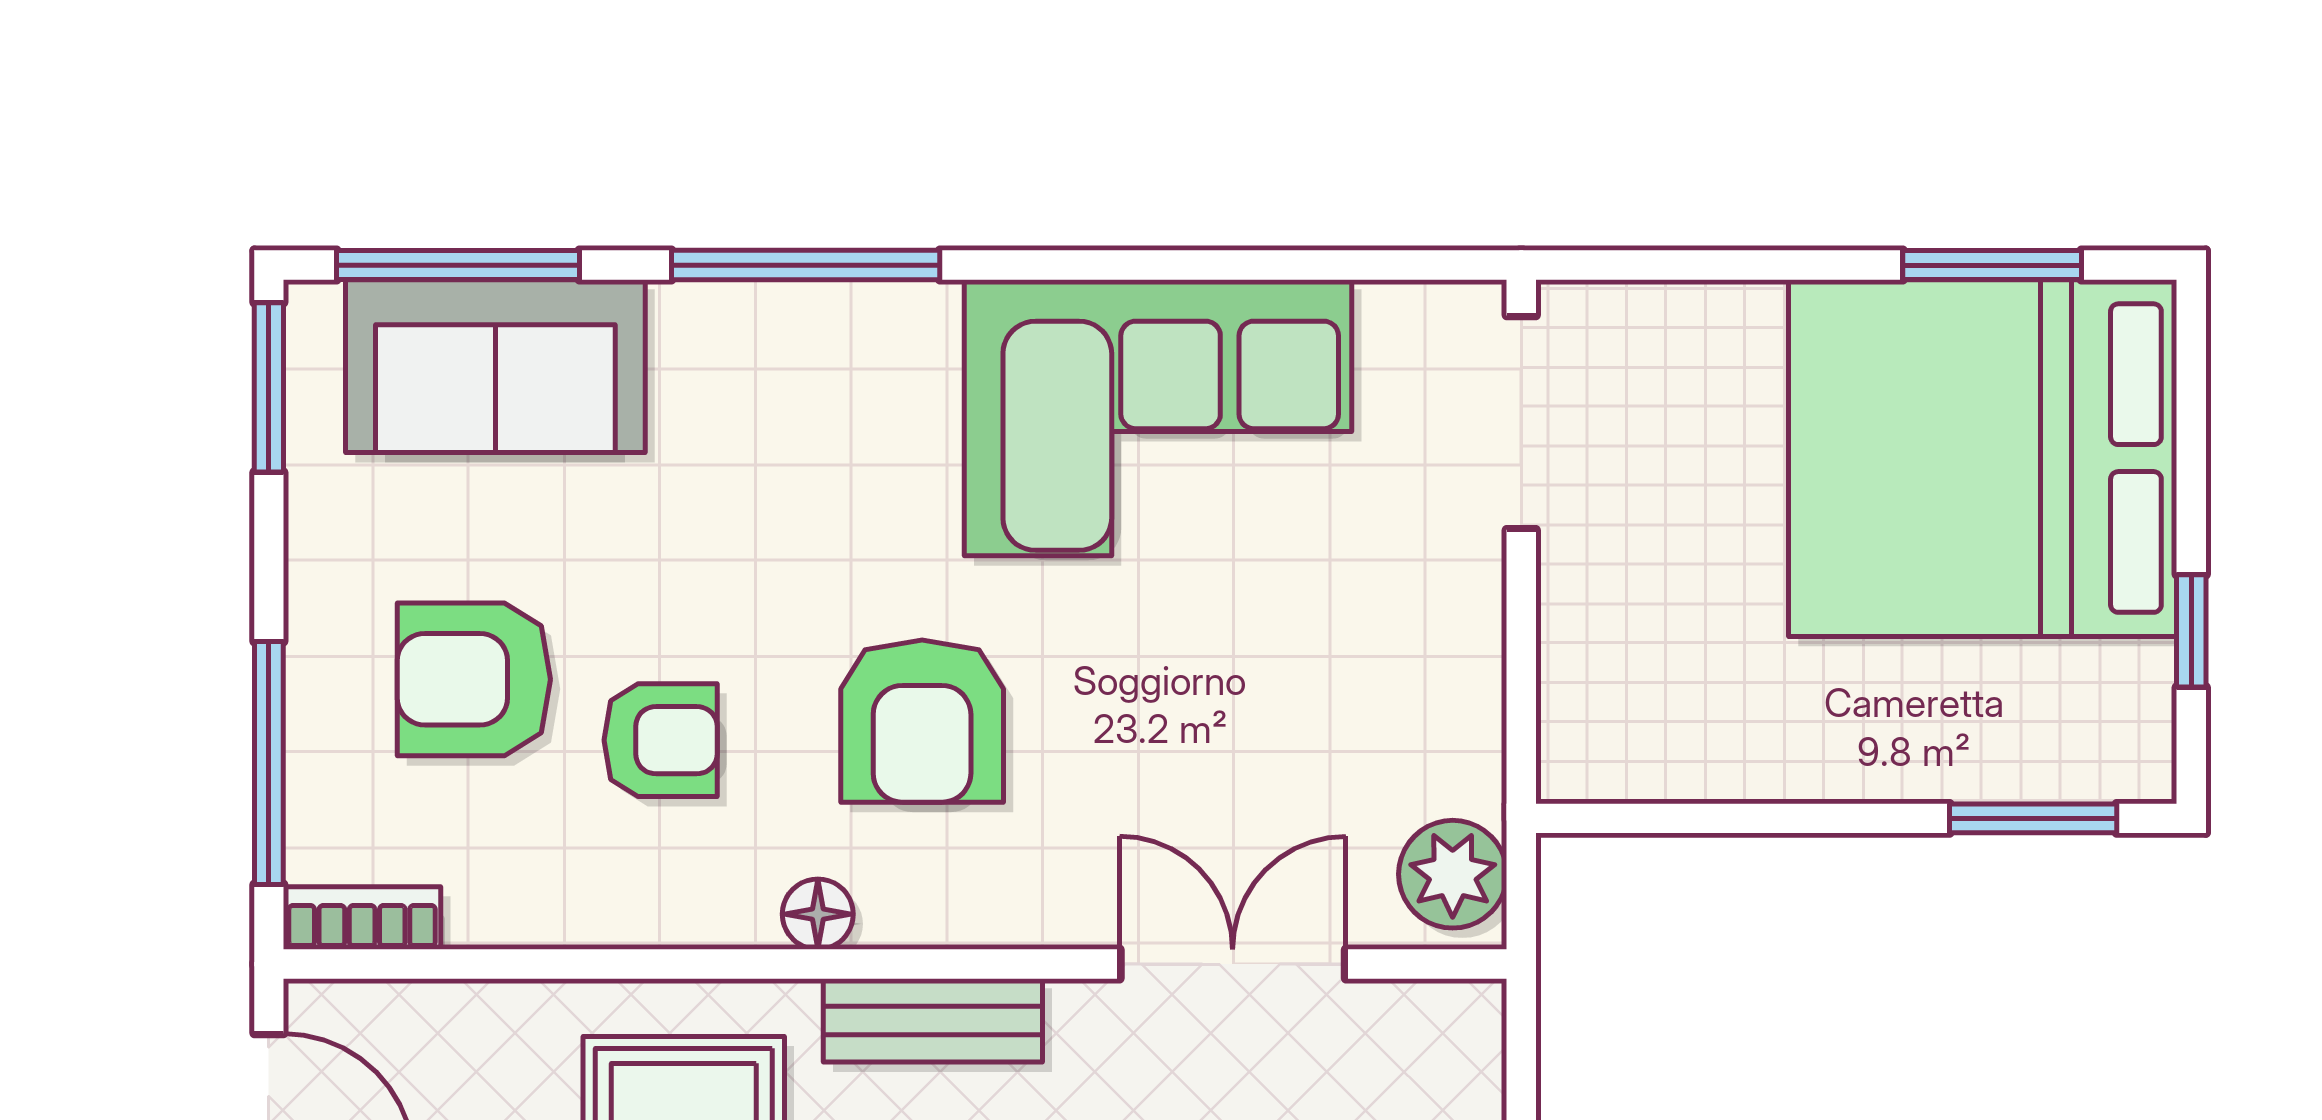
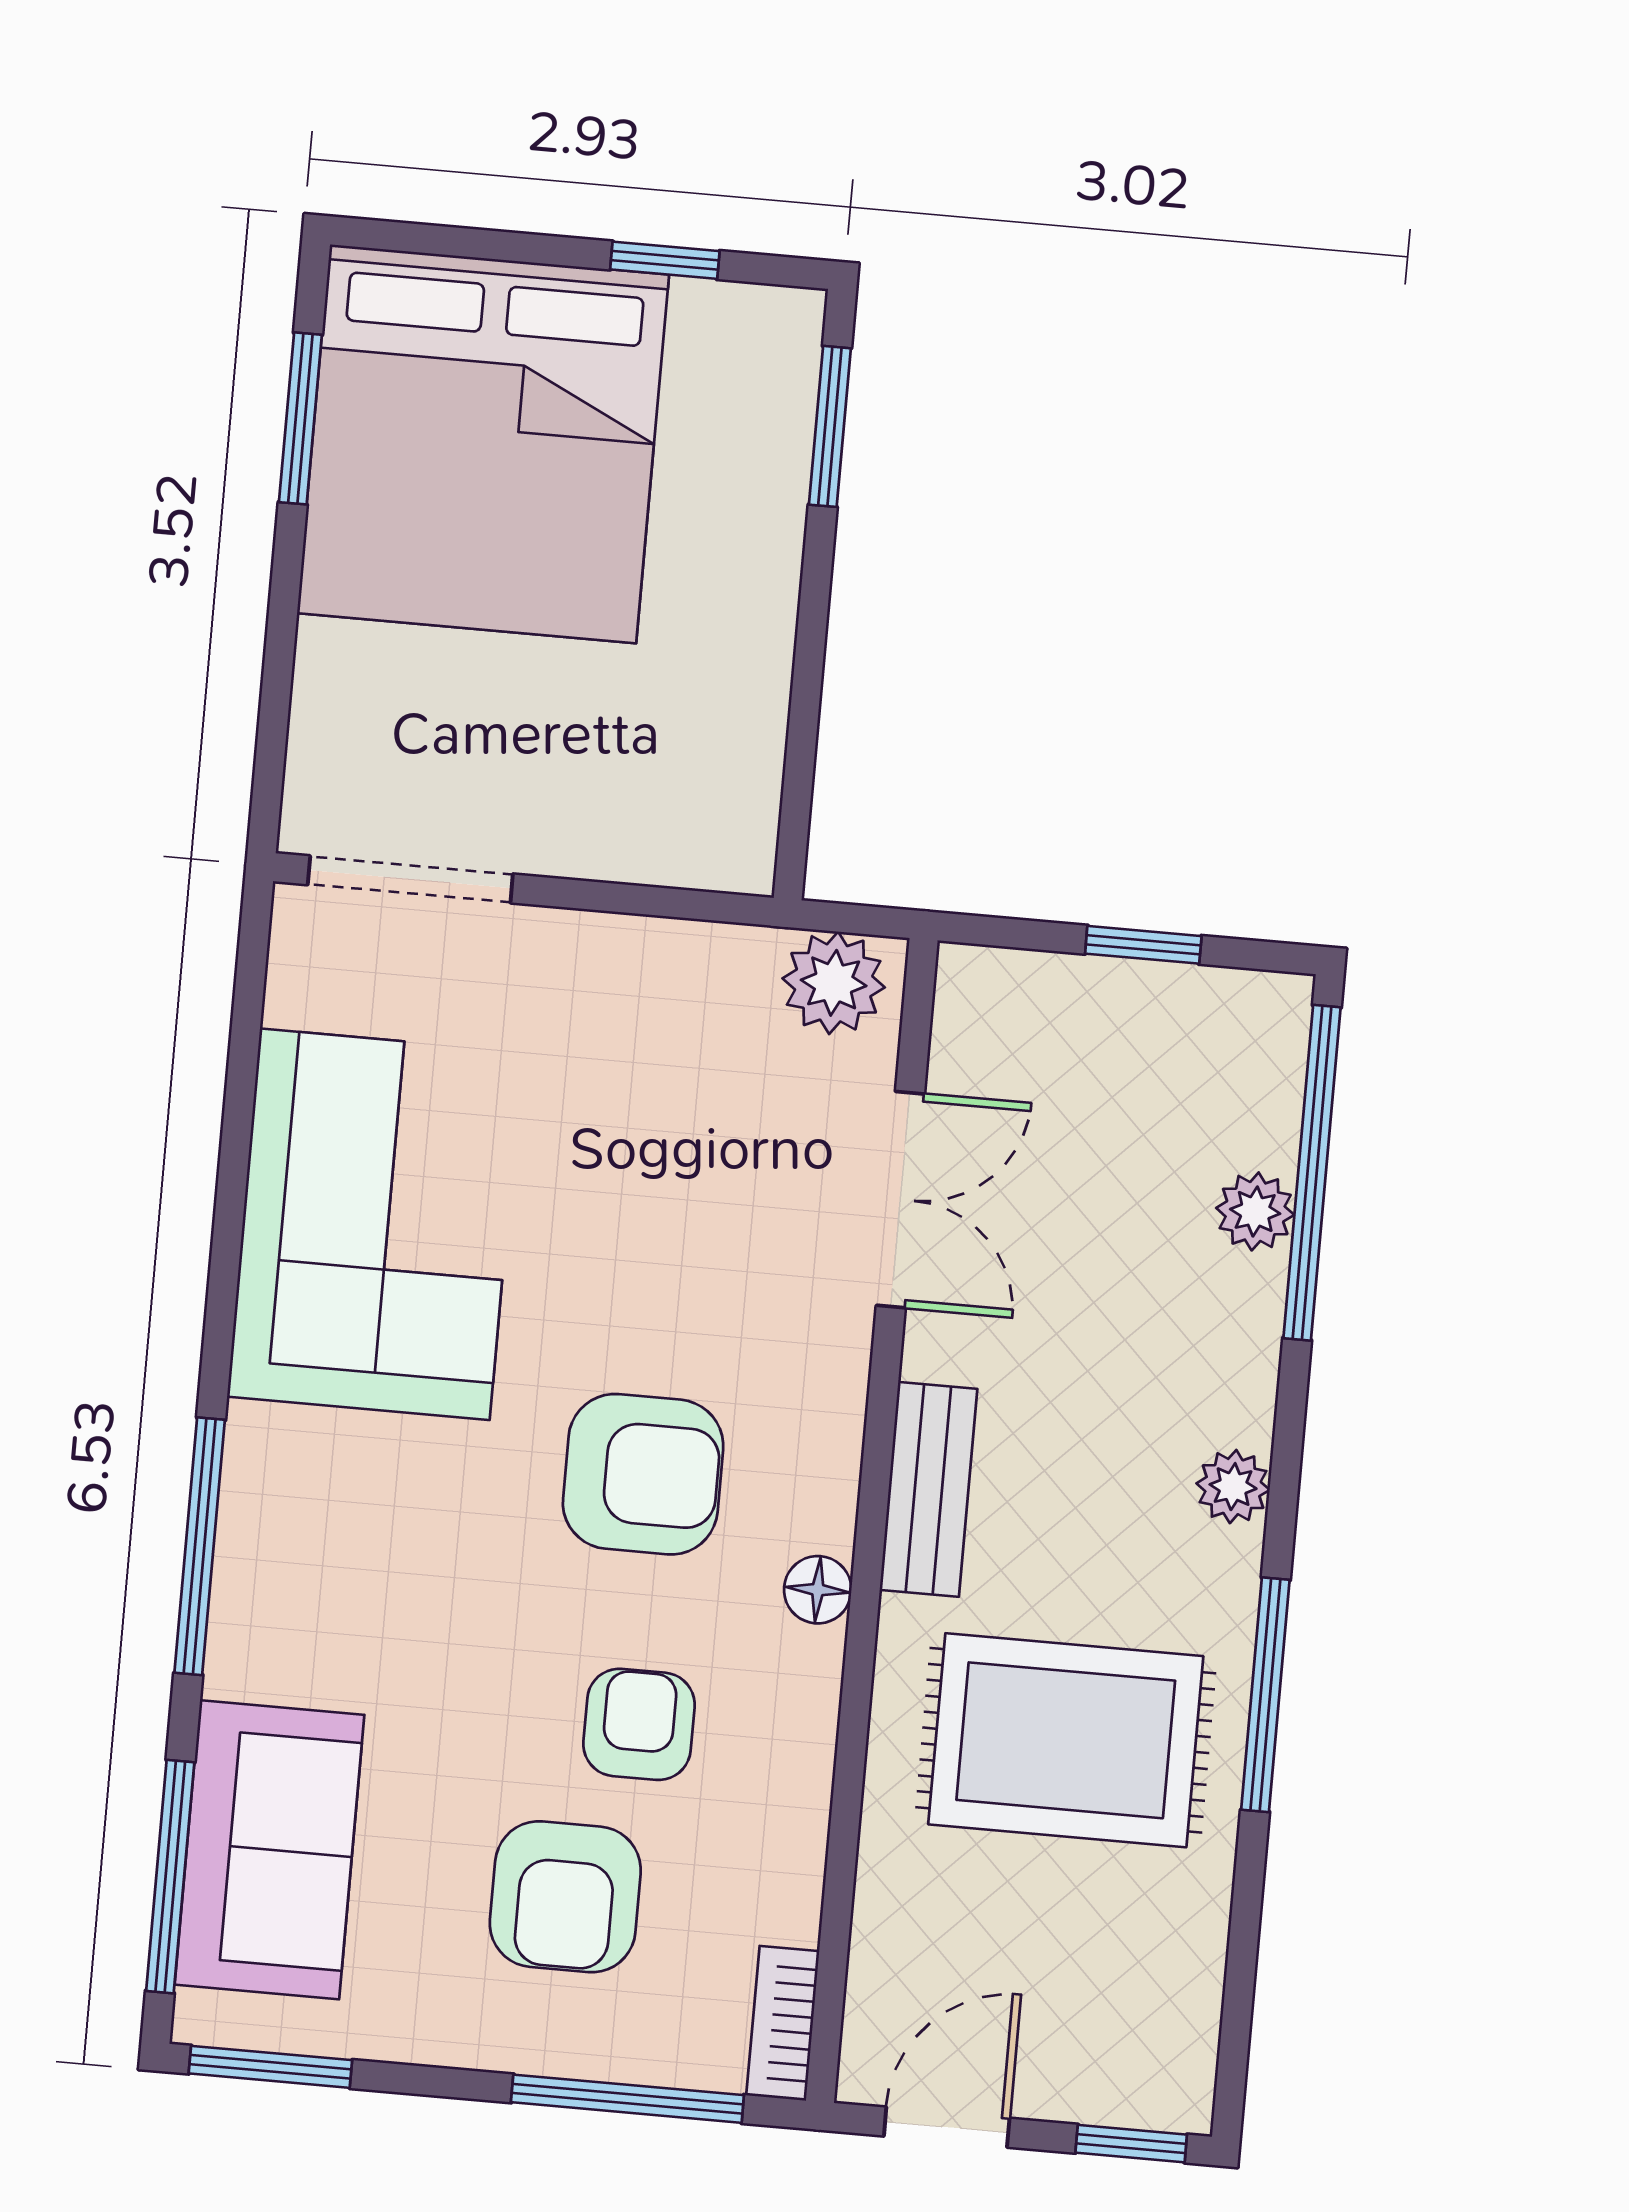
double door: (1233, 964) -> (900, 1200), swing flipped

